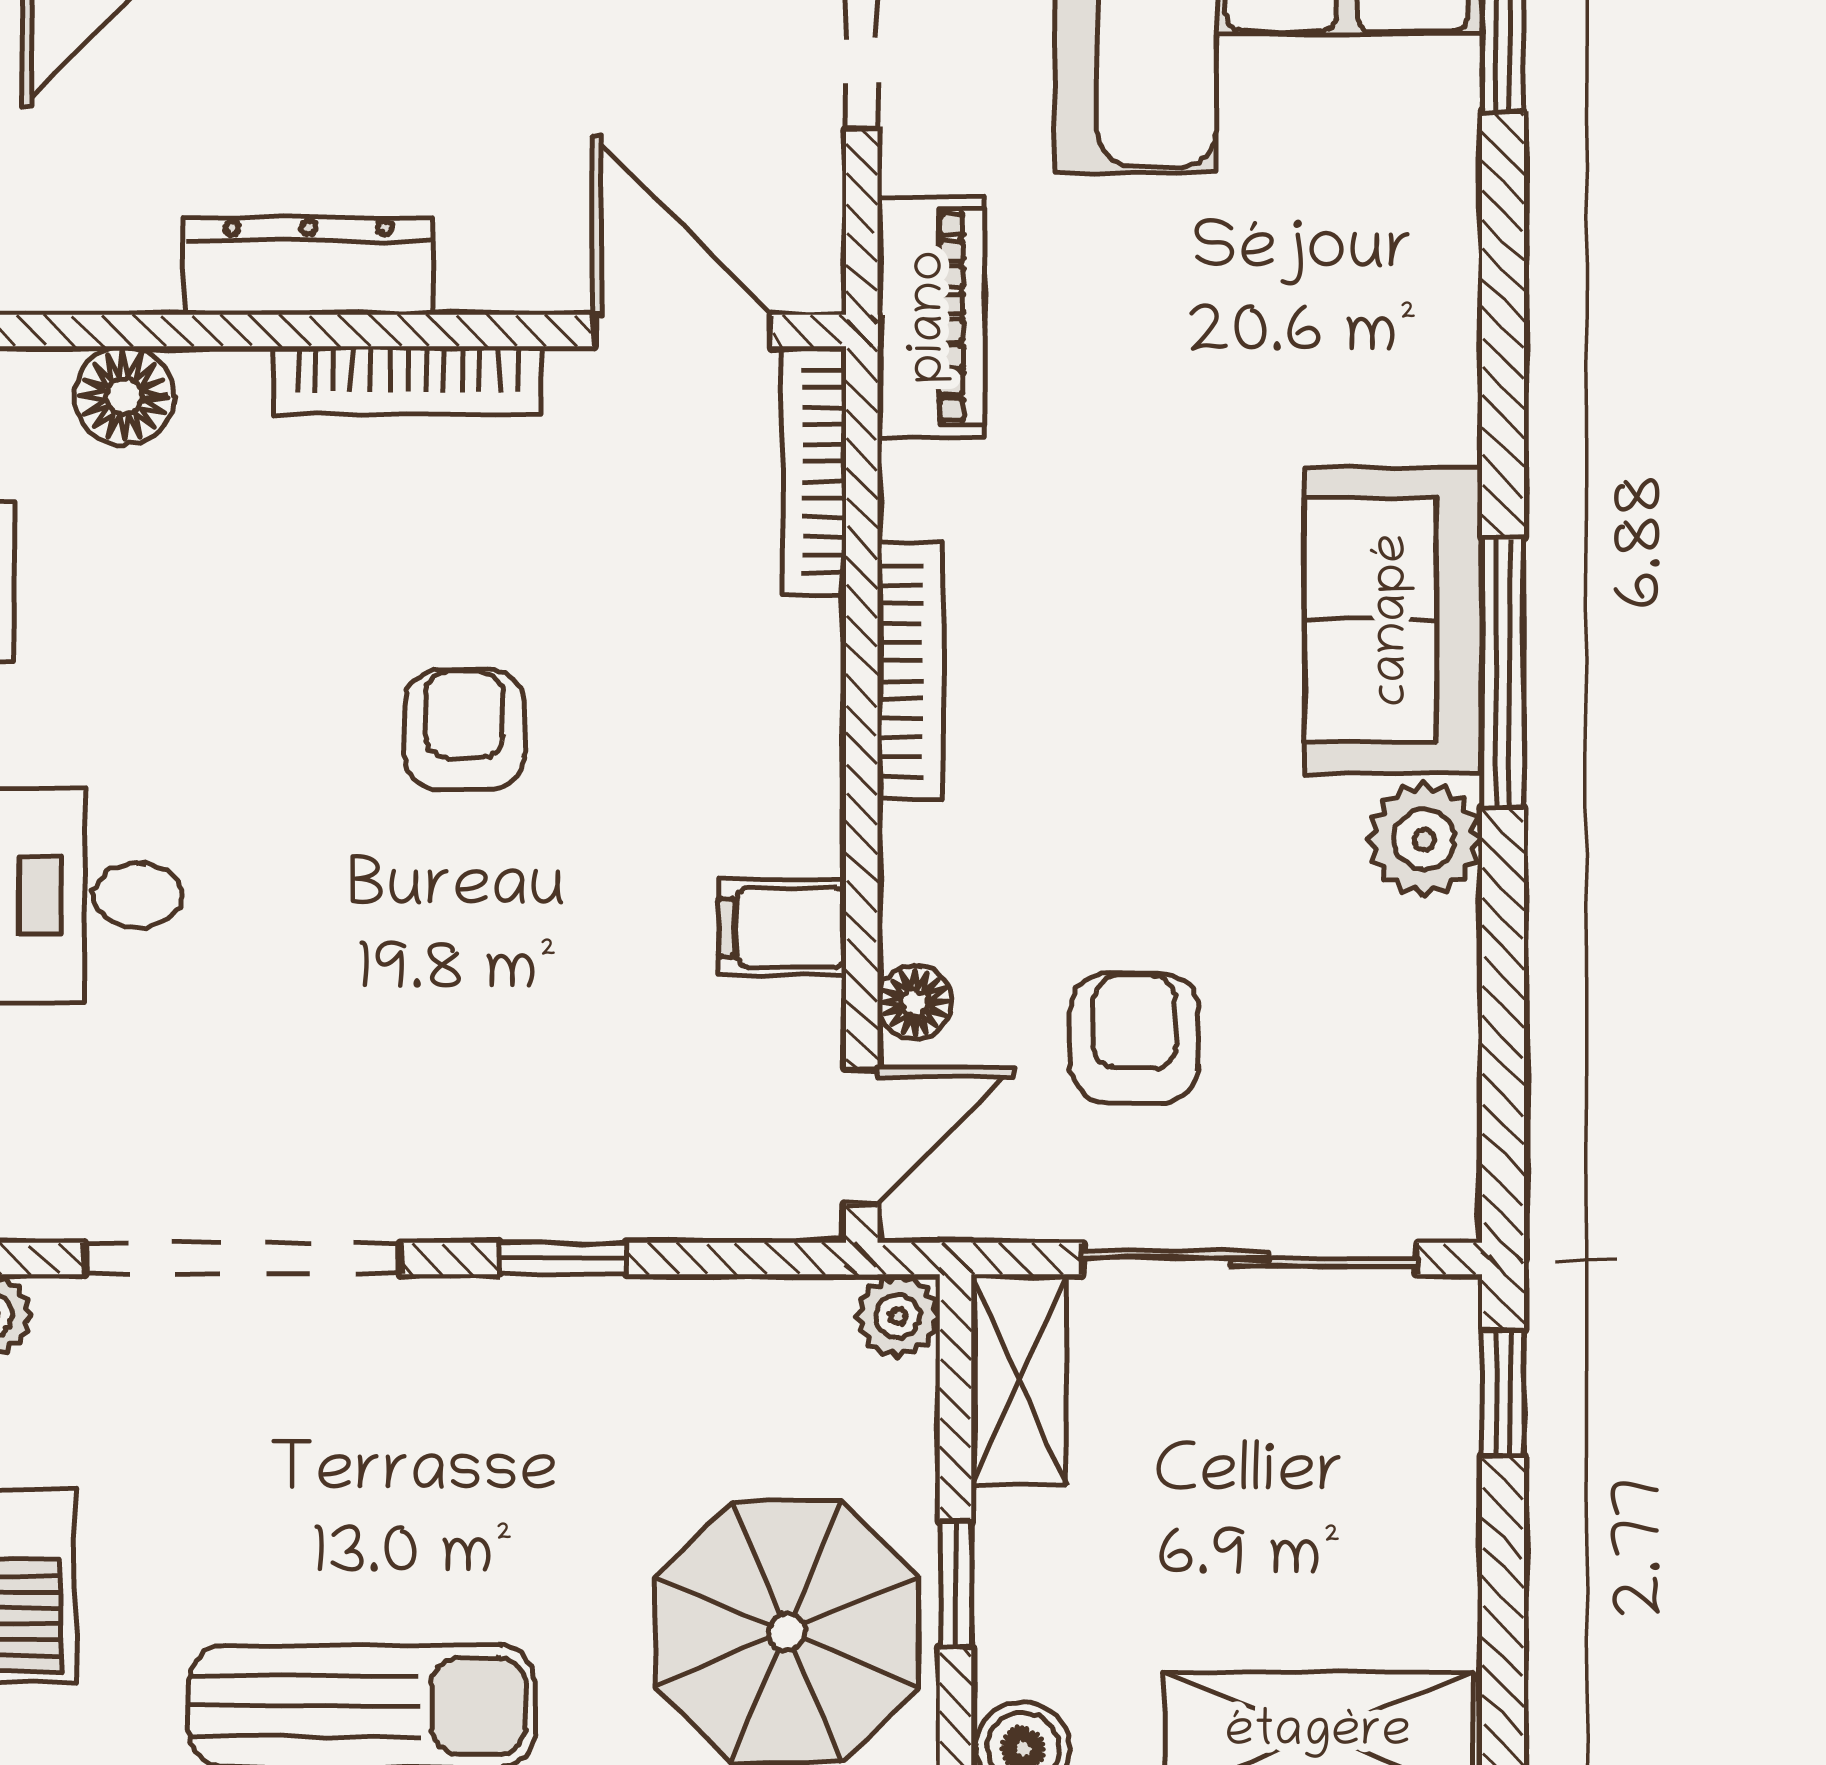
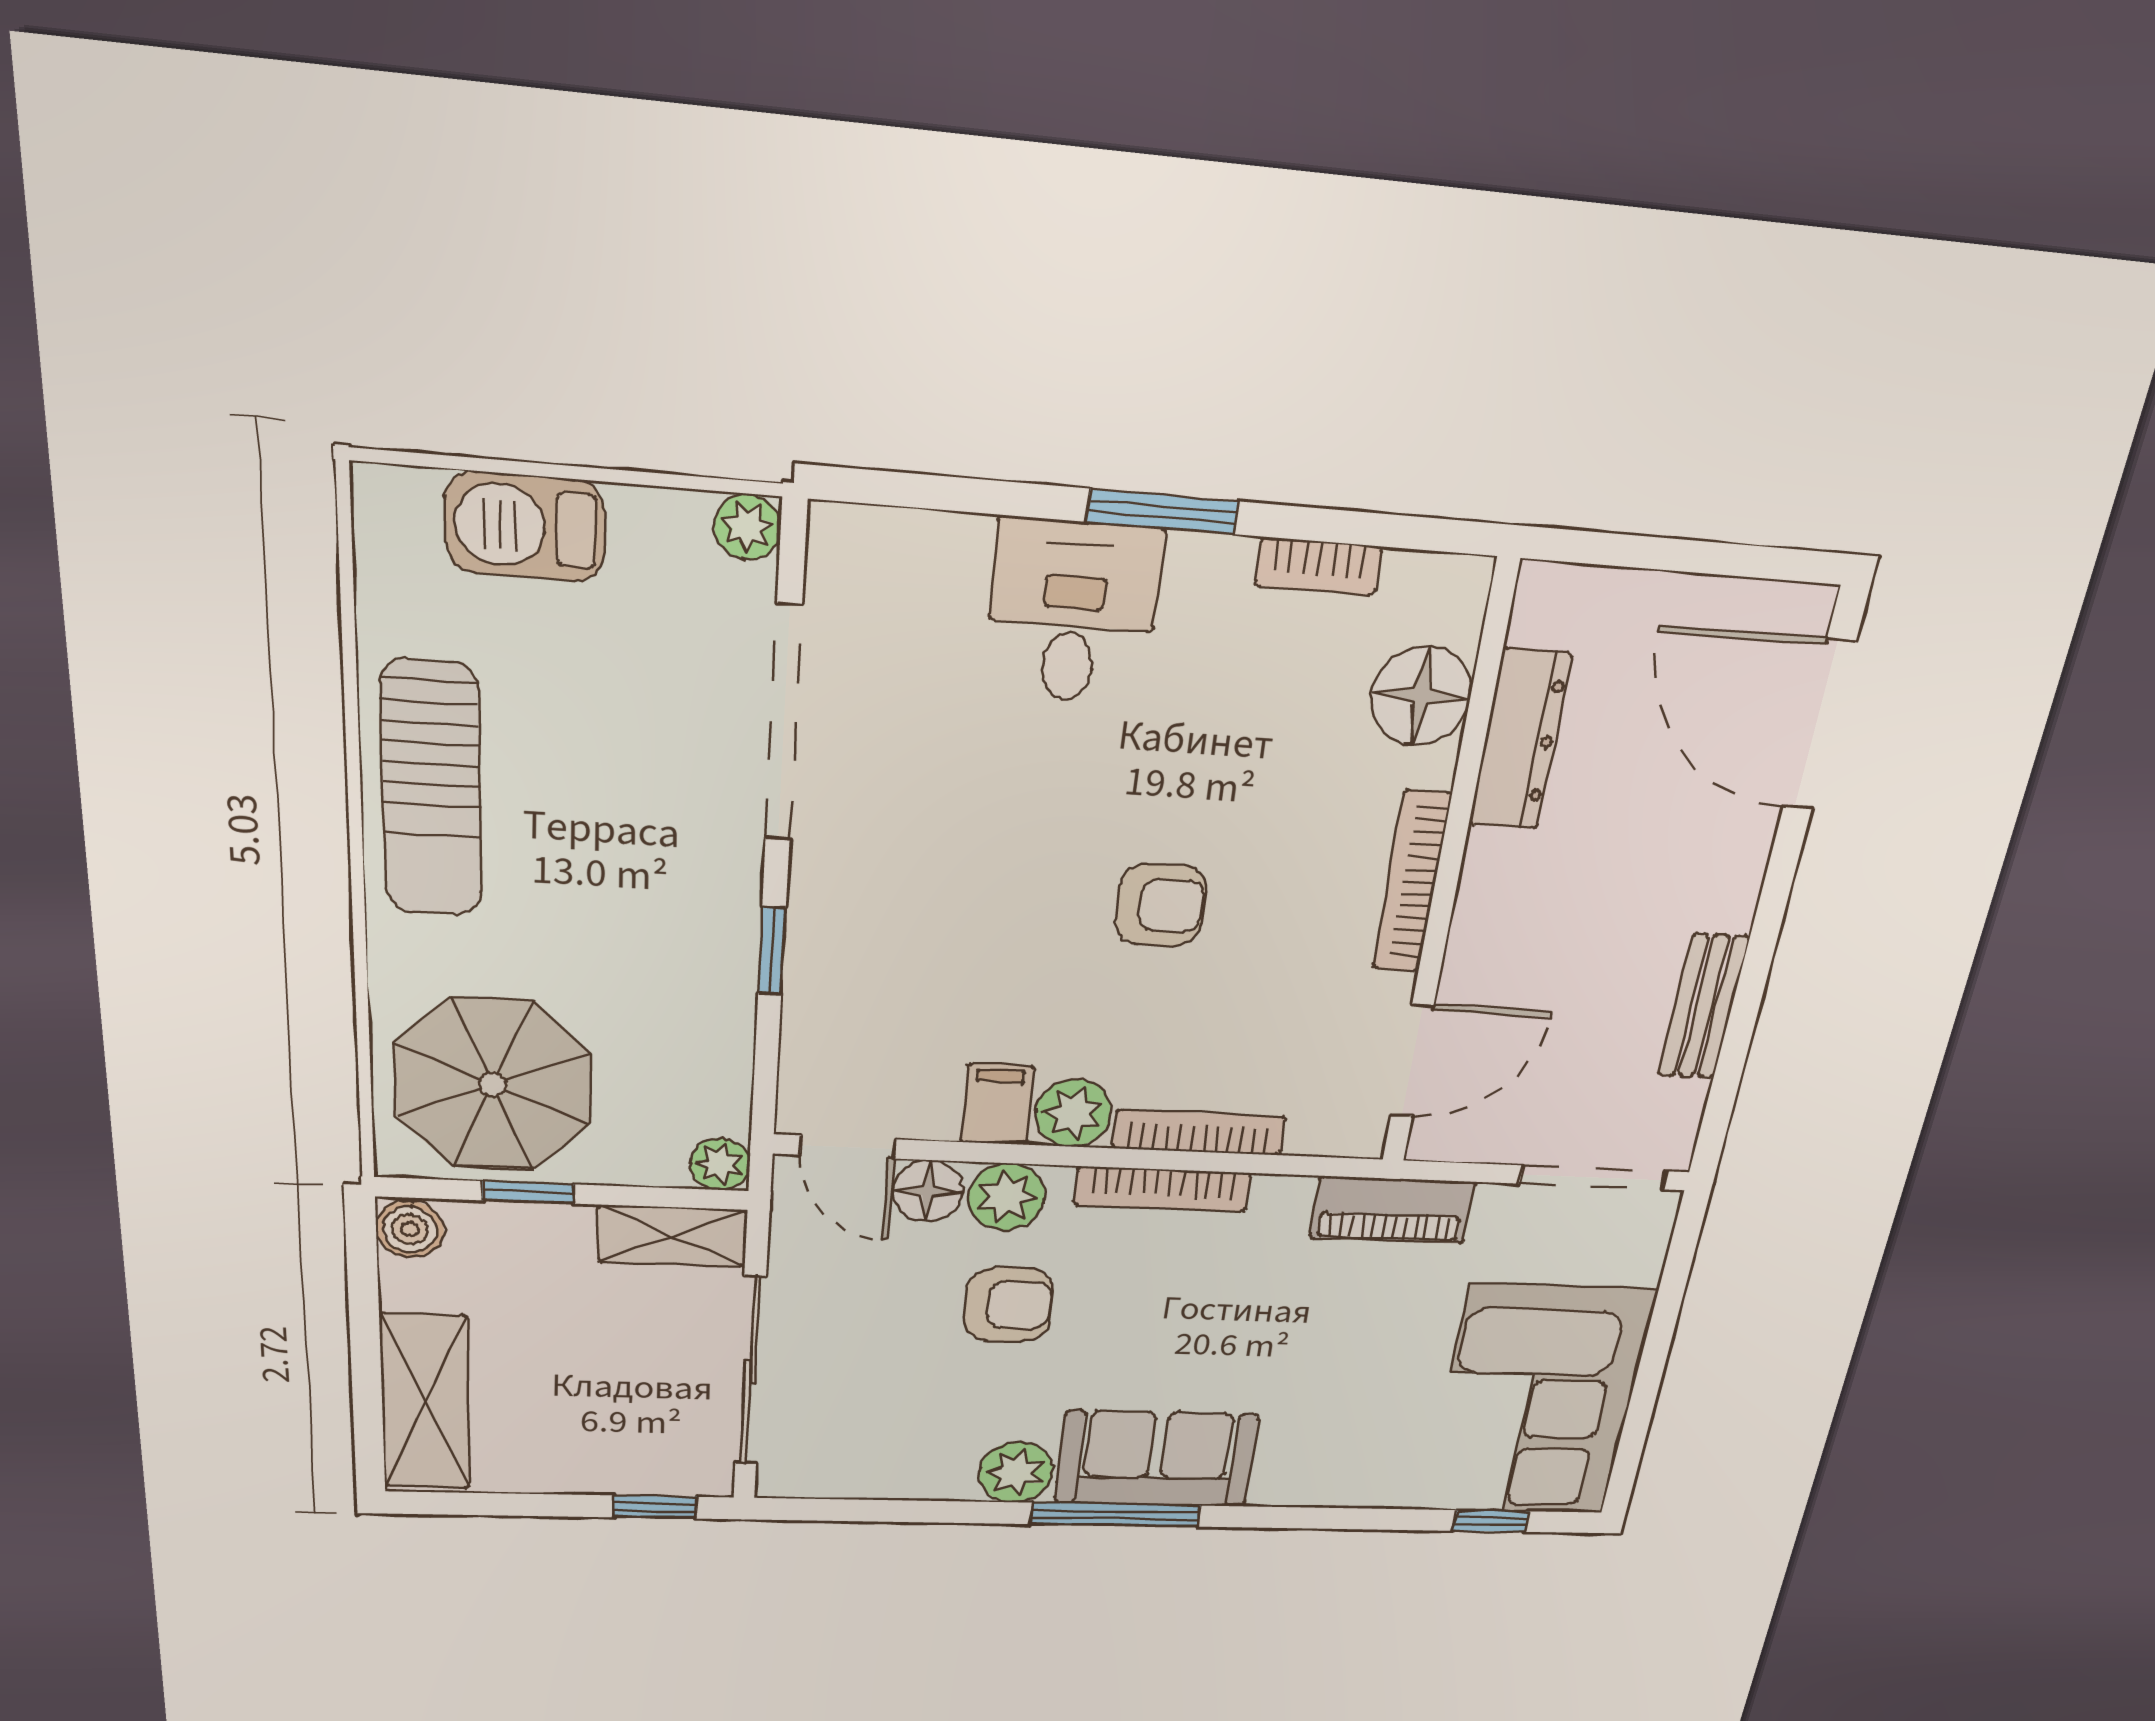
dresser: (309, 266) -> (1520, 740), moved
floor lamp: (124, 396) -> (1421, 696), width x1.38, depth x1.38
bookcase: (814, 471) -> (1199, 1132), moved
plant: (792, 817) -> (1073, 1113), added
plant: (934, 901) -> (1007, 1197), added
floor lamp: (915, 1002) -> (928, 1191), width x1.37, depth x1.37
armchair: (1134, 1038) -> (1009, 1305), moved

